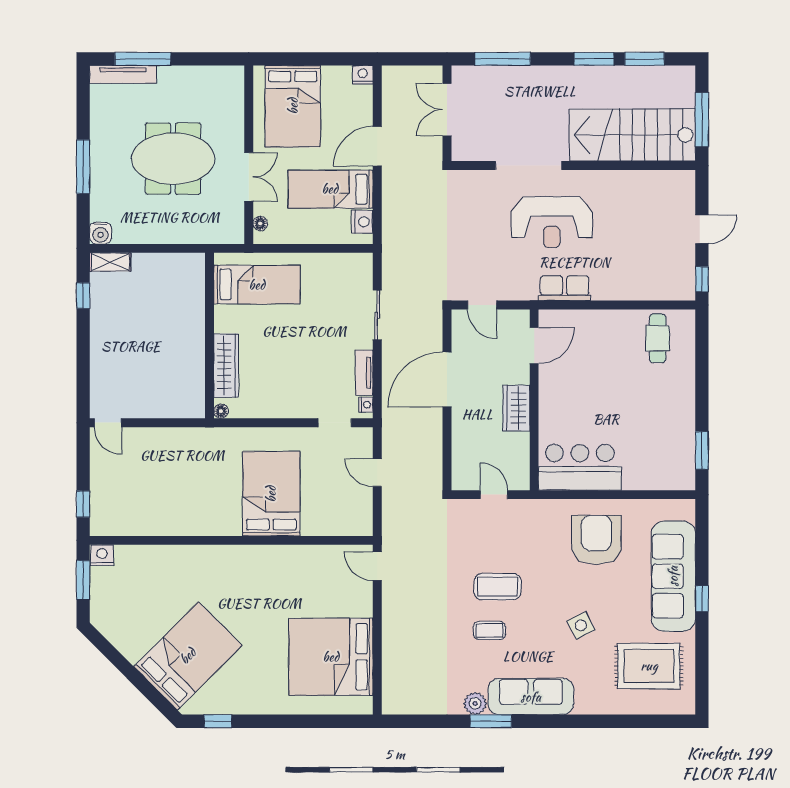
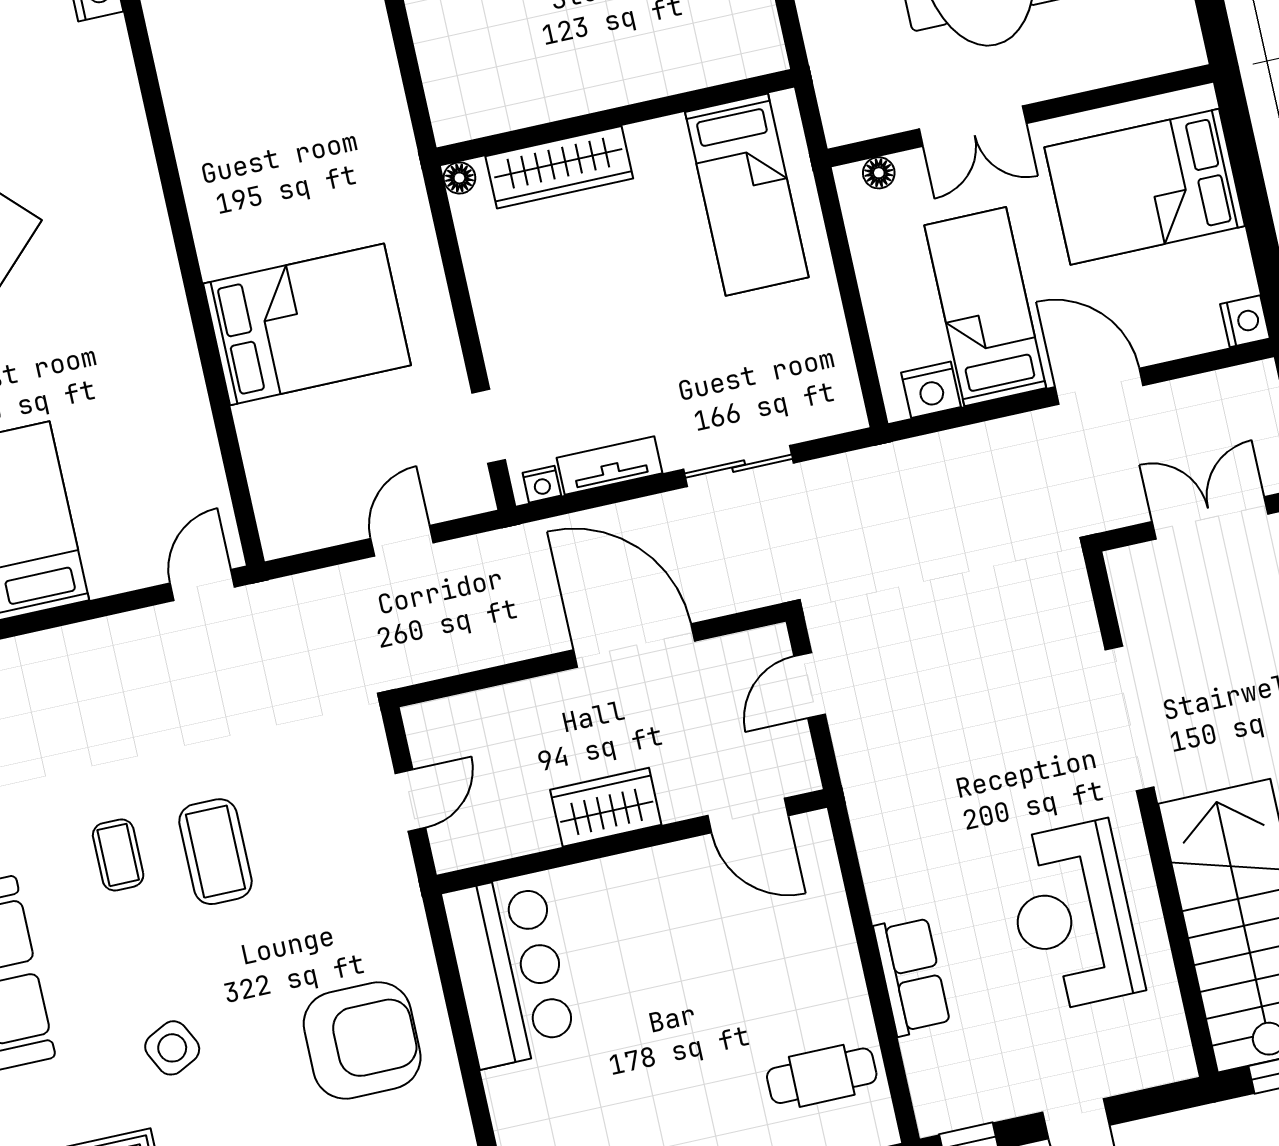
reception desk: (552, 222) -> (1073, 916), moved
row of seats: (565, 288) -> (912, 976), moved

